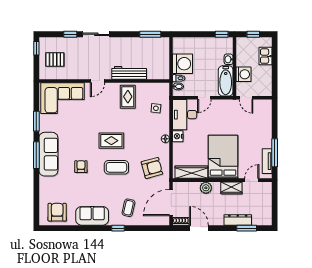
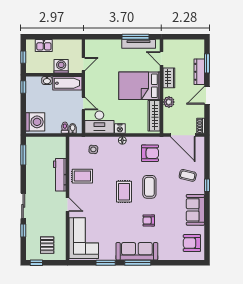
washing machine: (183, 64) -> (35, 122), moved, turned 90
tv unit: (267, 161) -> (139, 44), width x1.41
armchair: (152, 168) -> (150, 153), turned 105
door: (199, 228) -> (207, 95), moved

